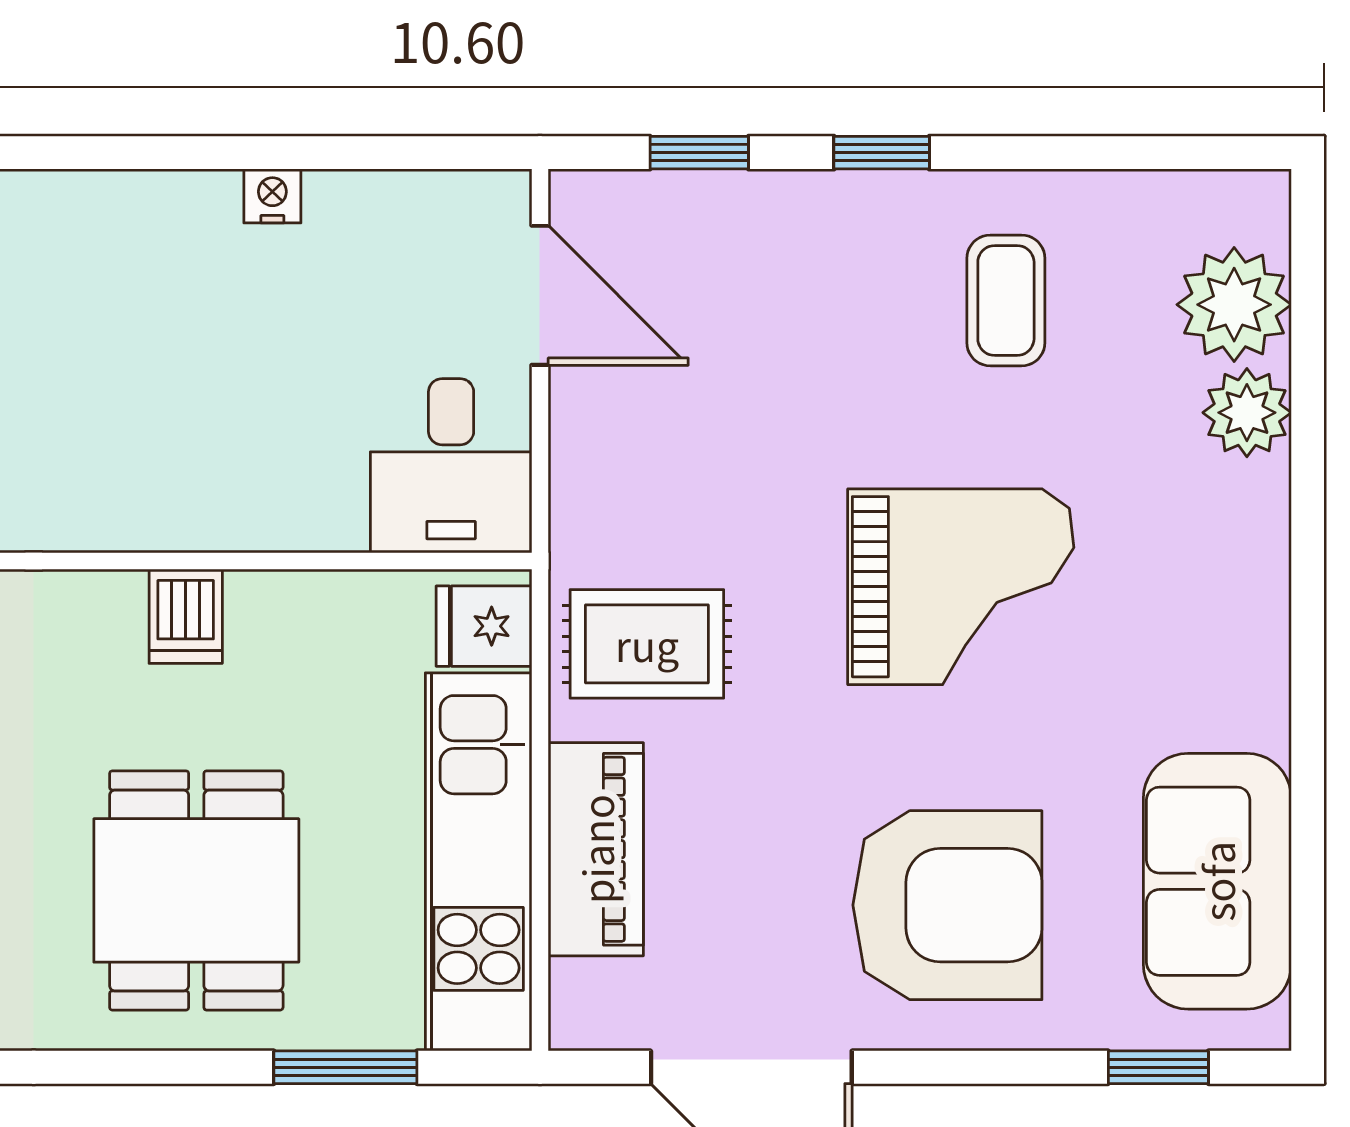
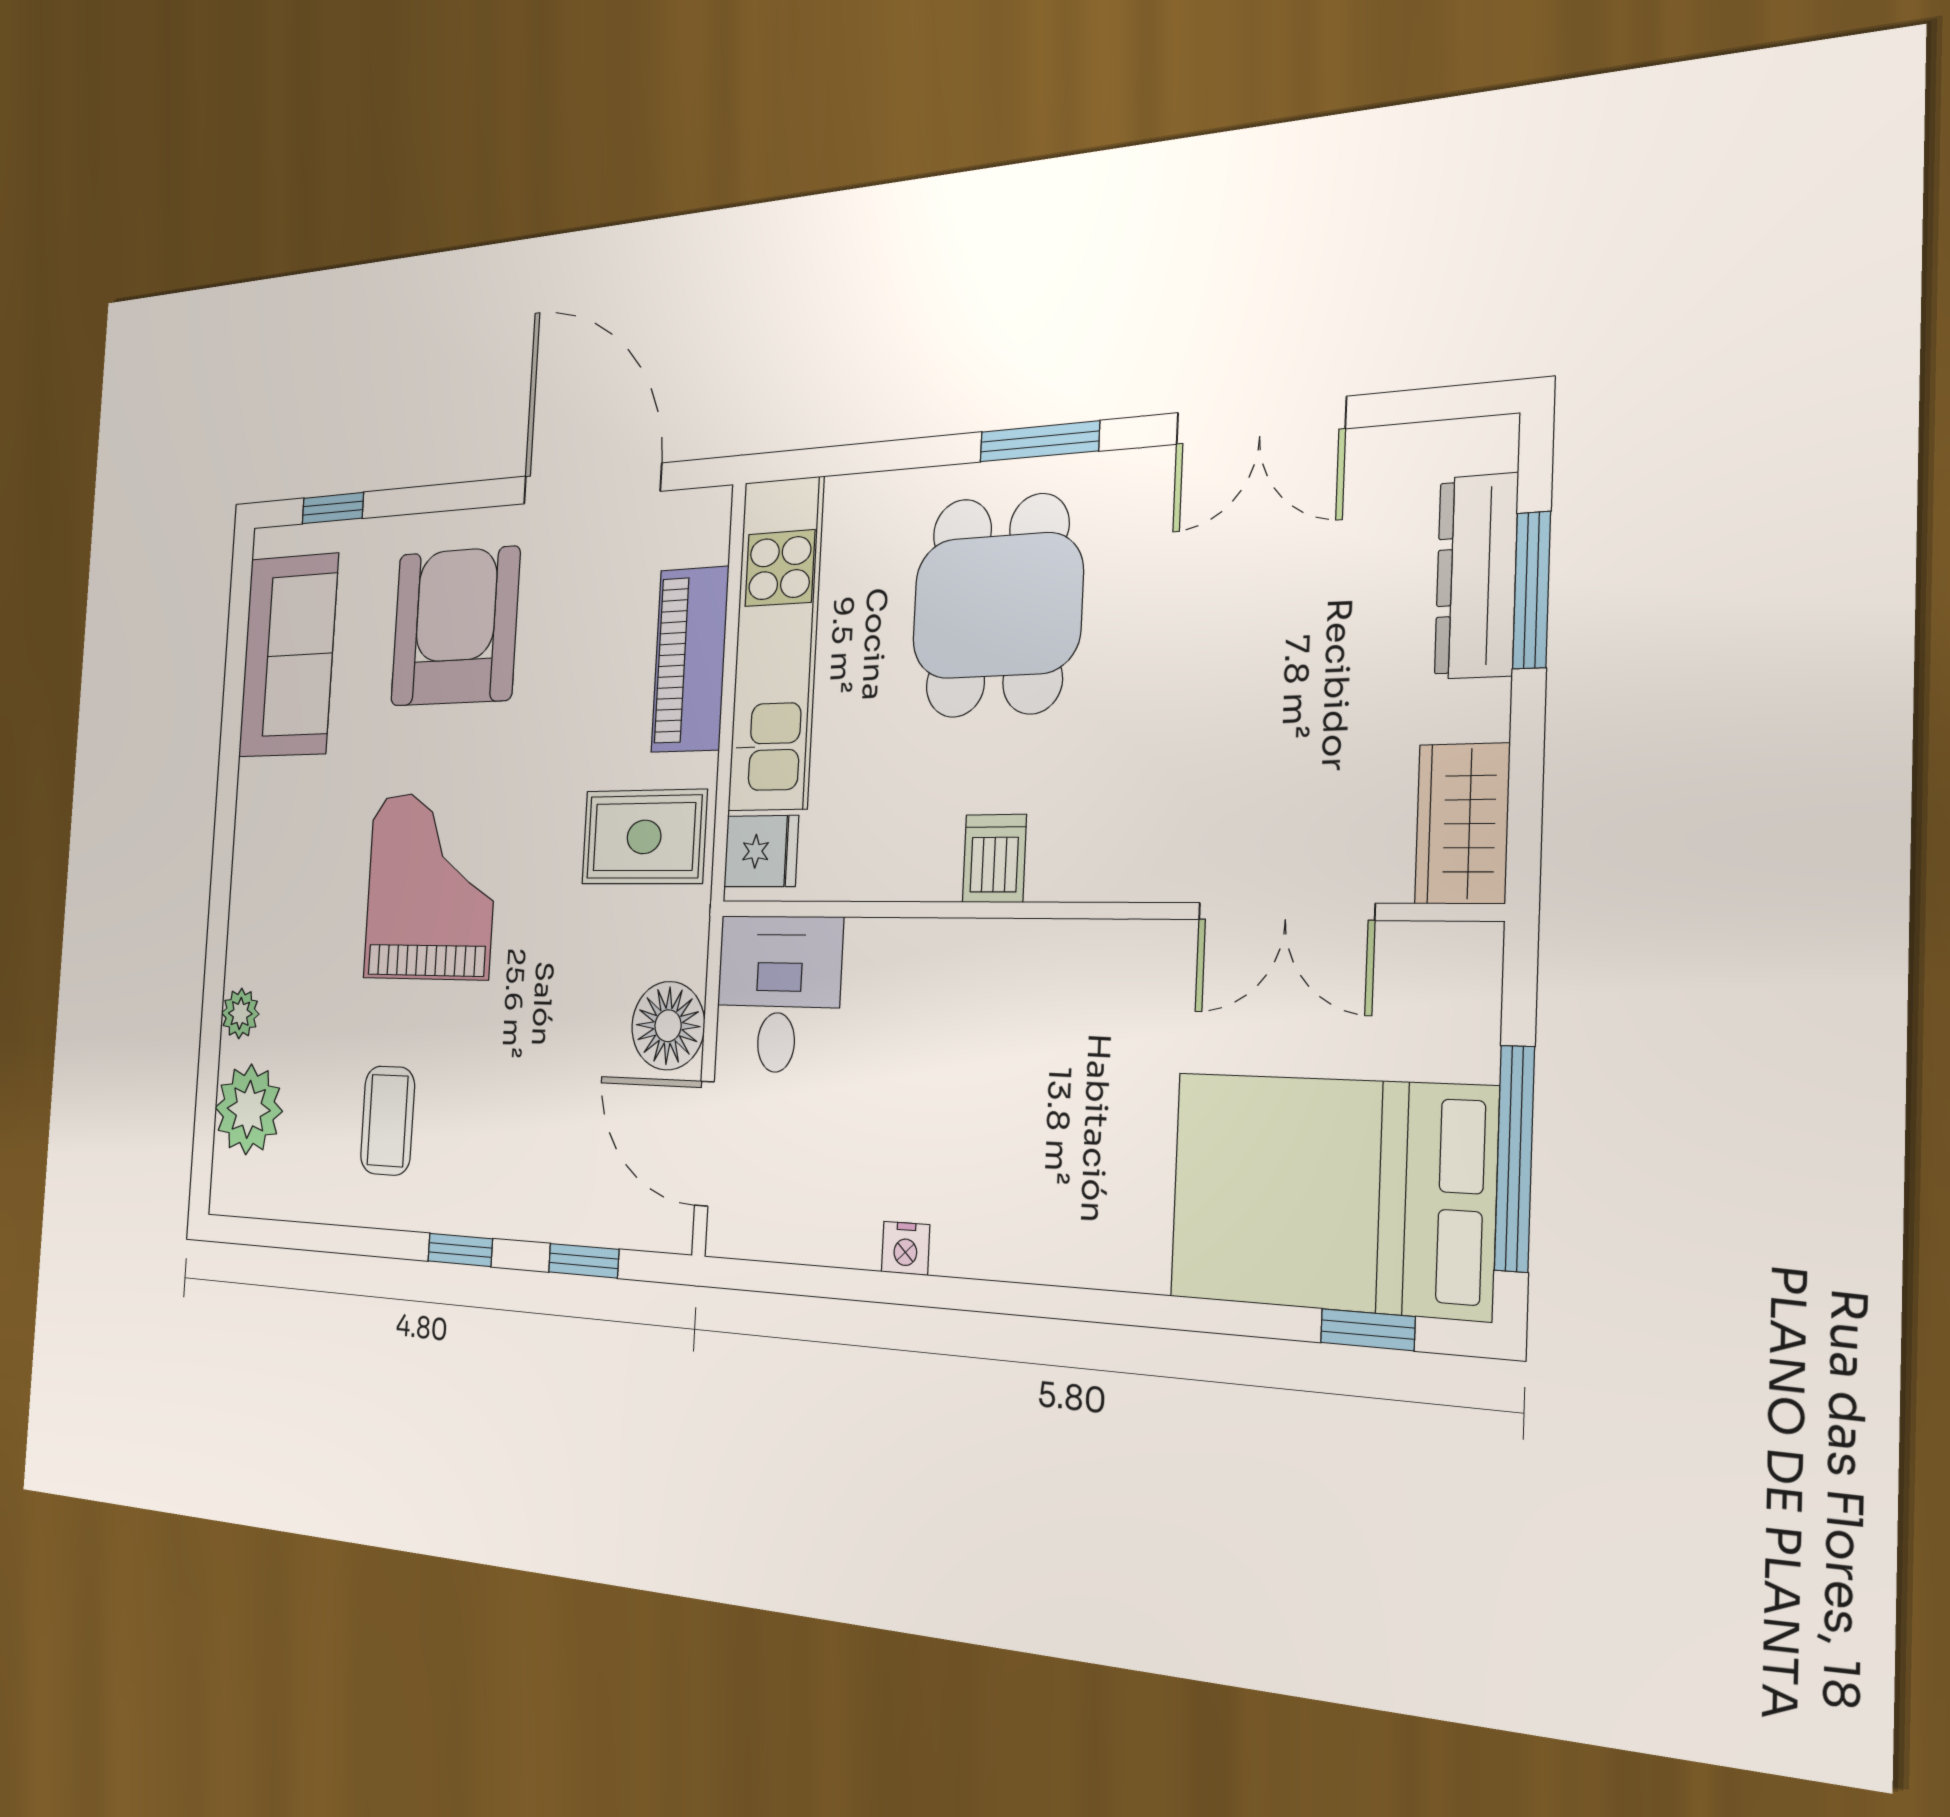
plant: (1247, 413) -> (240, 1013), width x0.73, depth x0.73
floor lamp: (599, 427) -> (668, 1026), added
grand piano: (961, 587) -> (431, 886), turned 90
armchair: (947, 905) -> (455, 627), turned 90
window: (345, 1067) -> (1040, 441), moved

